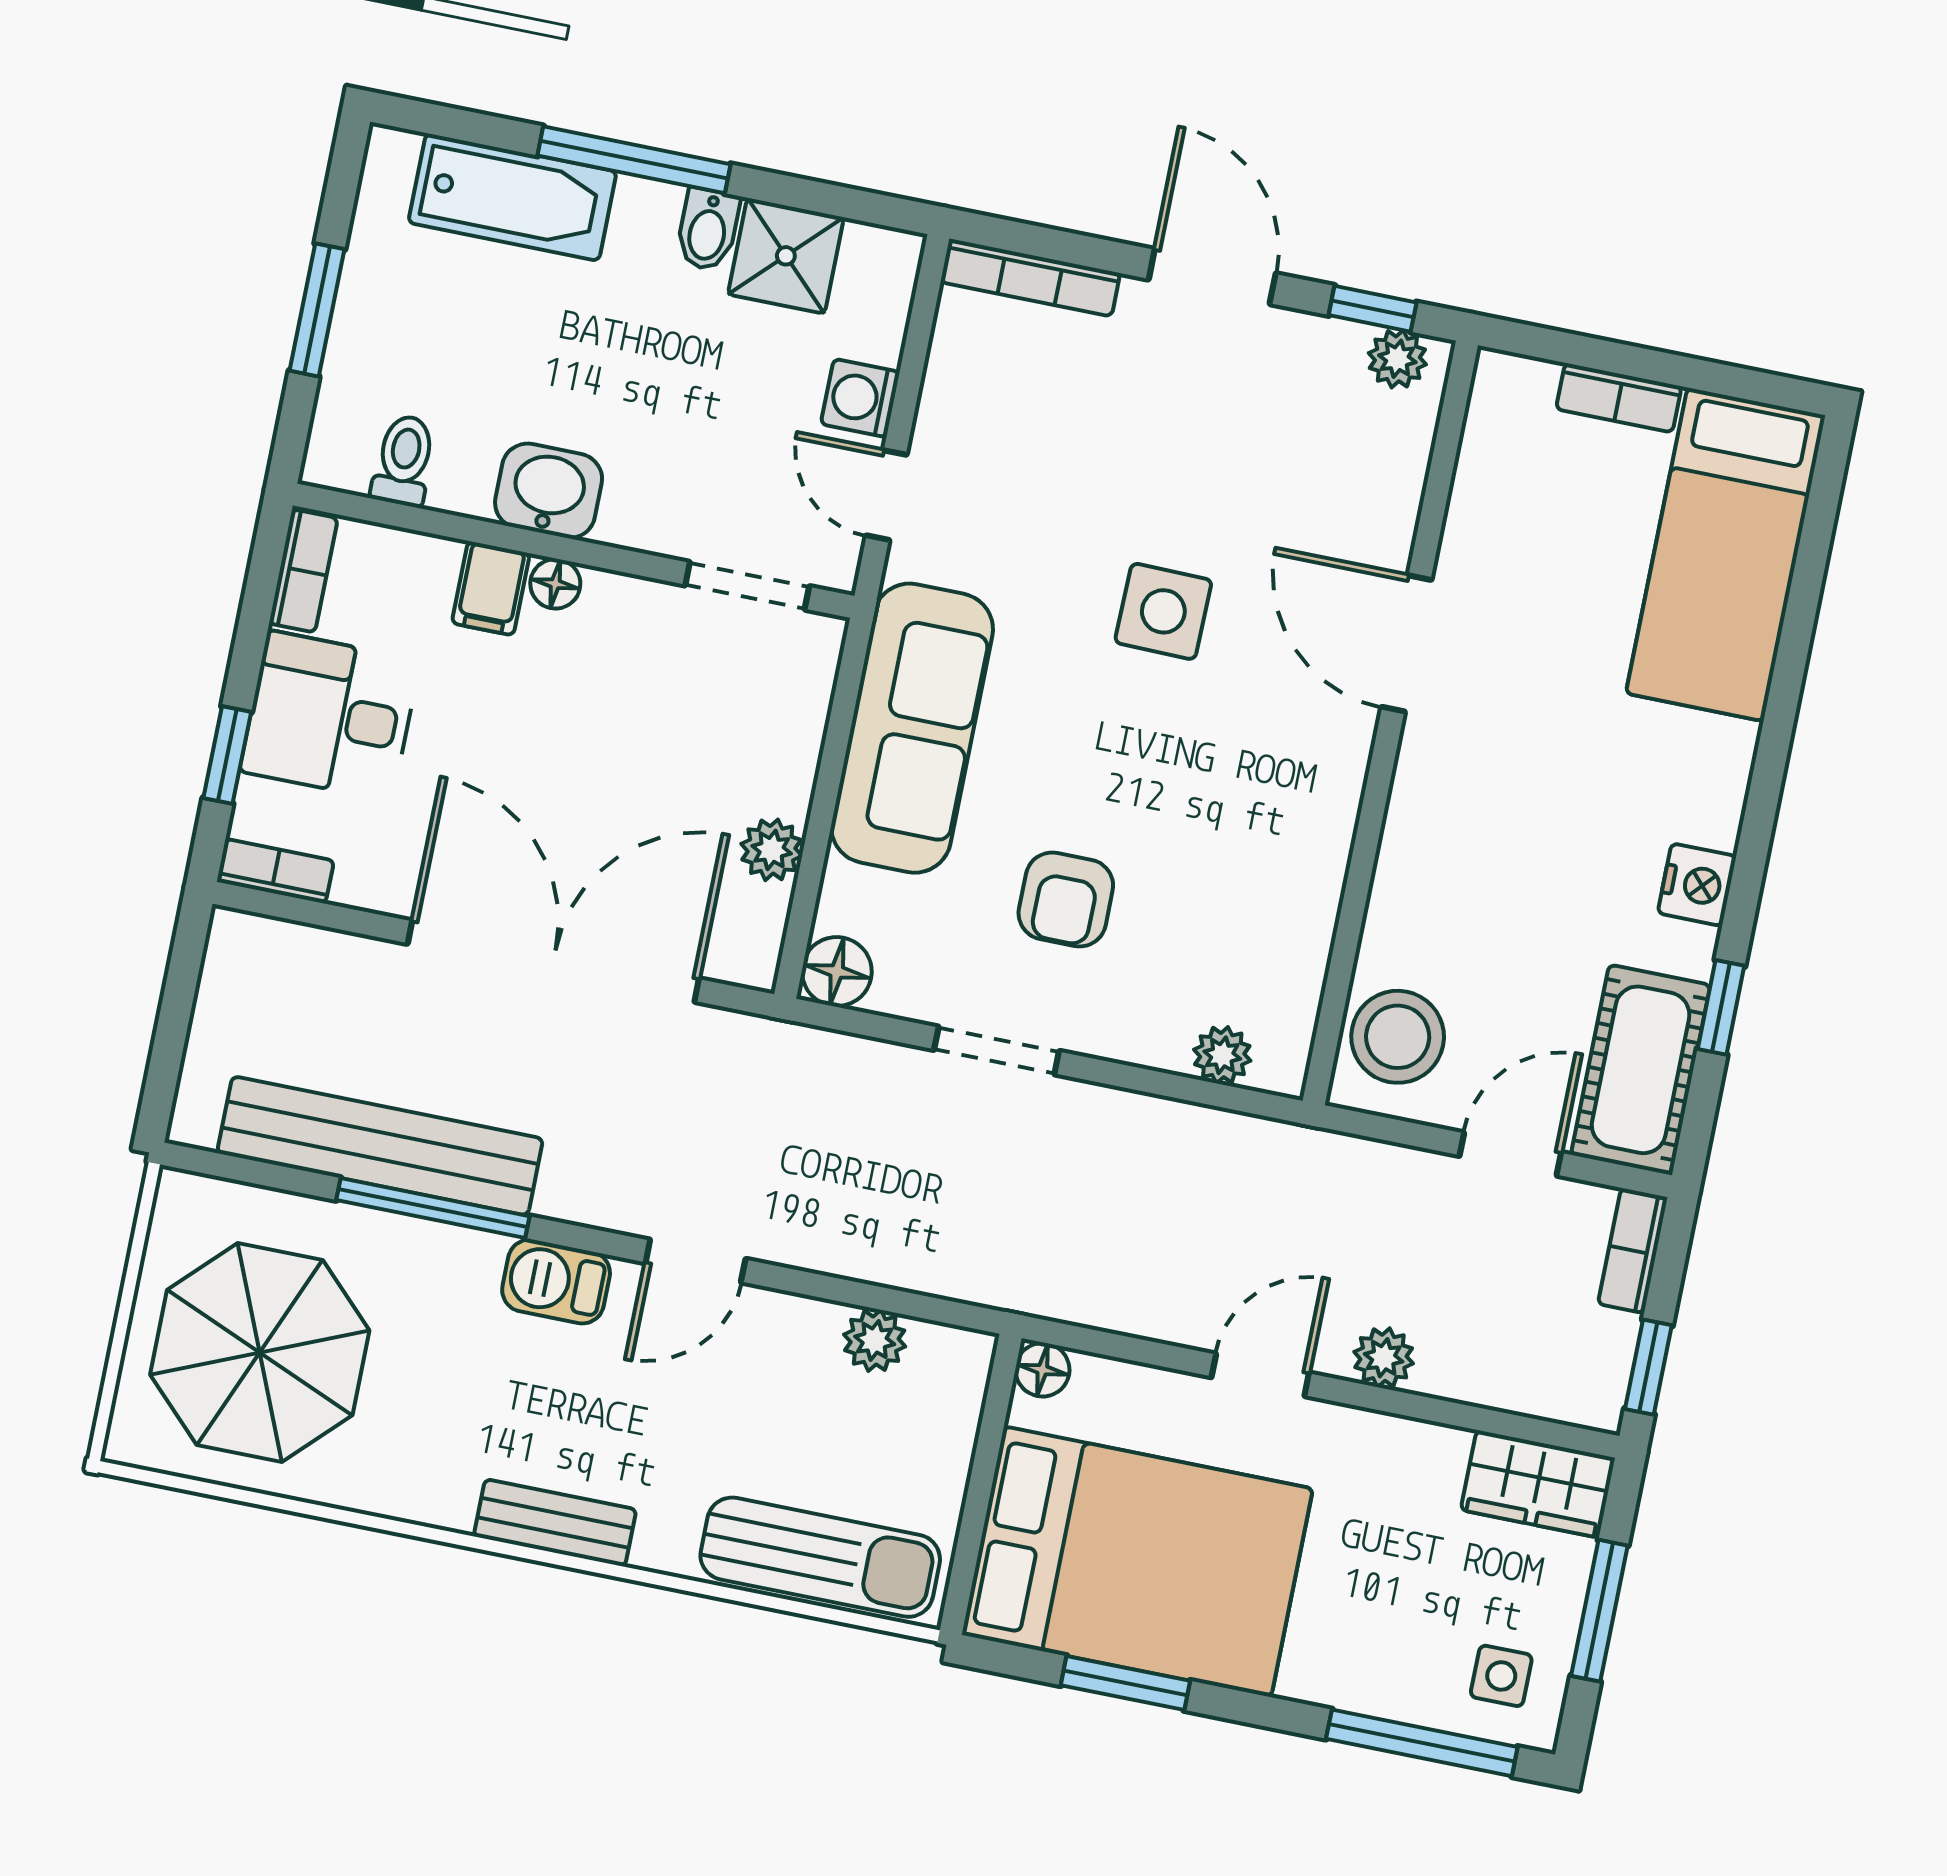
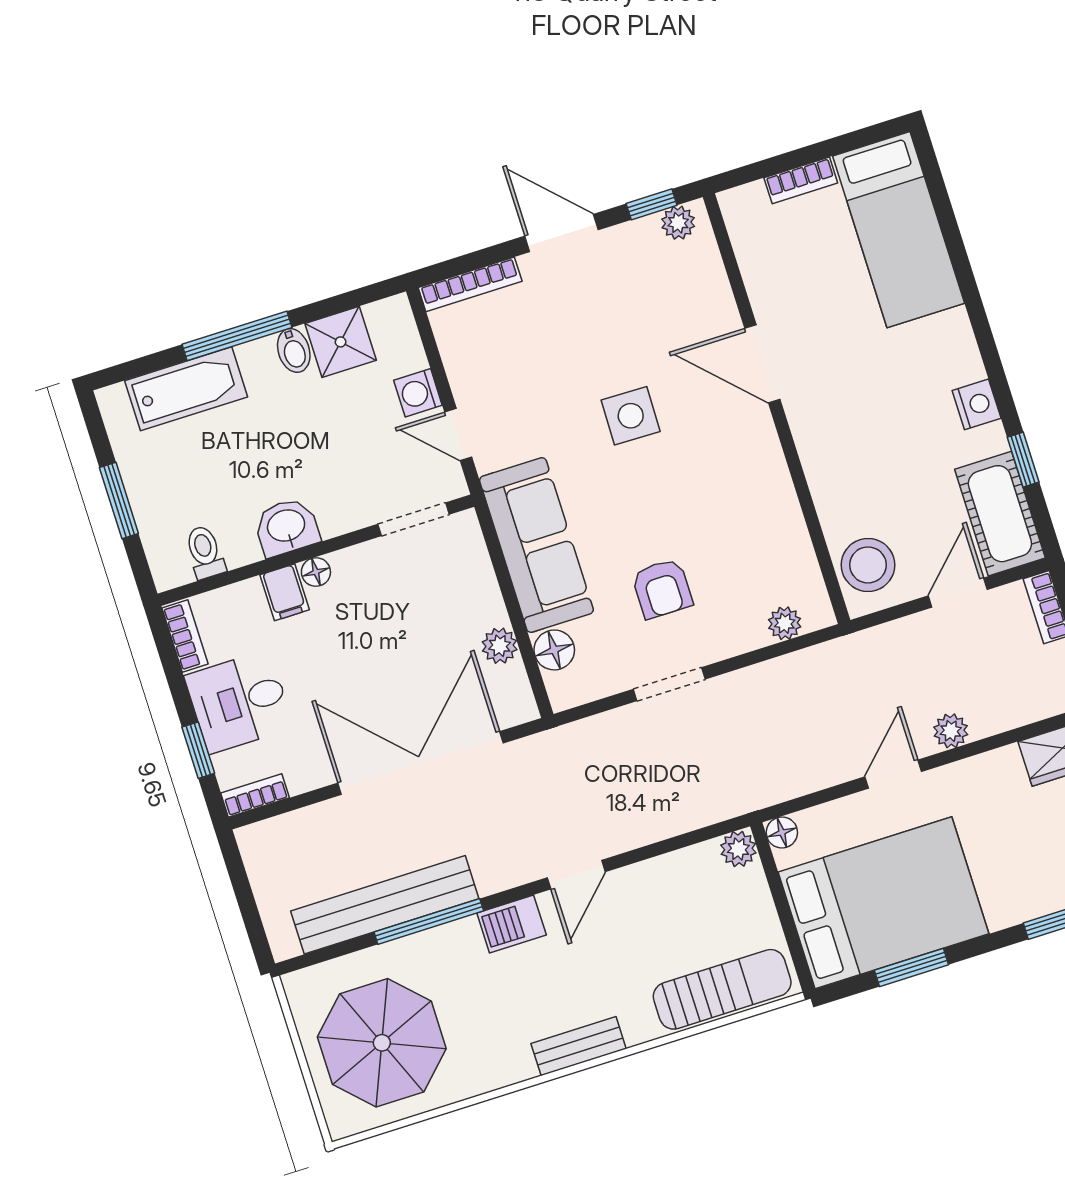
floor lamp: (837, 972) -> (554, 650), moved
plant: (875, 1340) -> (738, 849), moved

